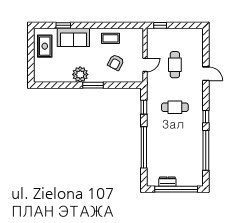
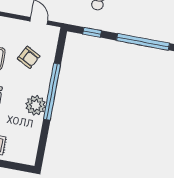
window: (93, 85) -> (52, 92), width x2.11

